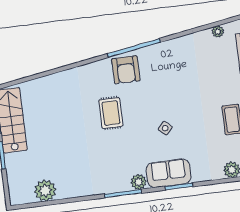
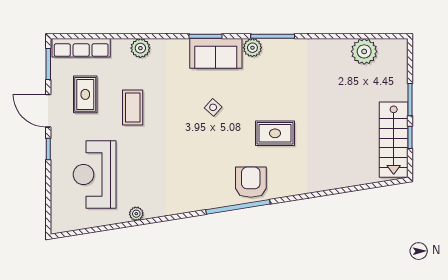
rug: (111, 113) -> (275, 133), turned 90

